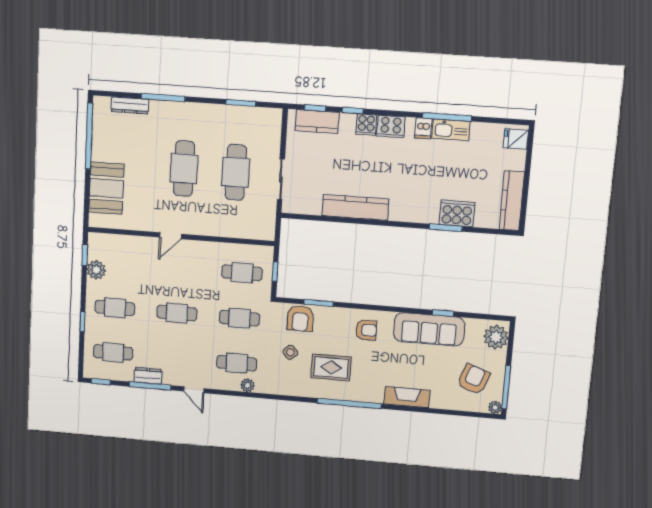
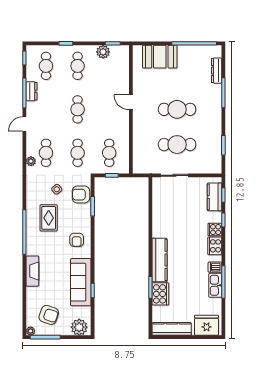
fridge: (516, 139) -> (207, 325), width x1.88, depth x1.34
kitchen counter: (355, 207) -> (159, 260), moved

